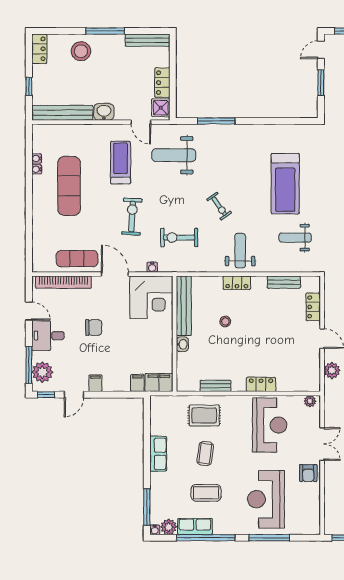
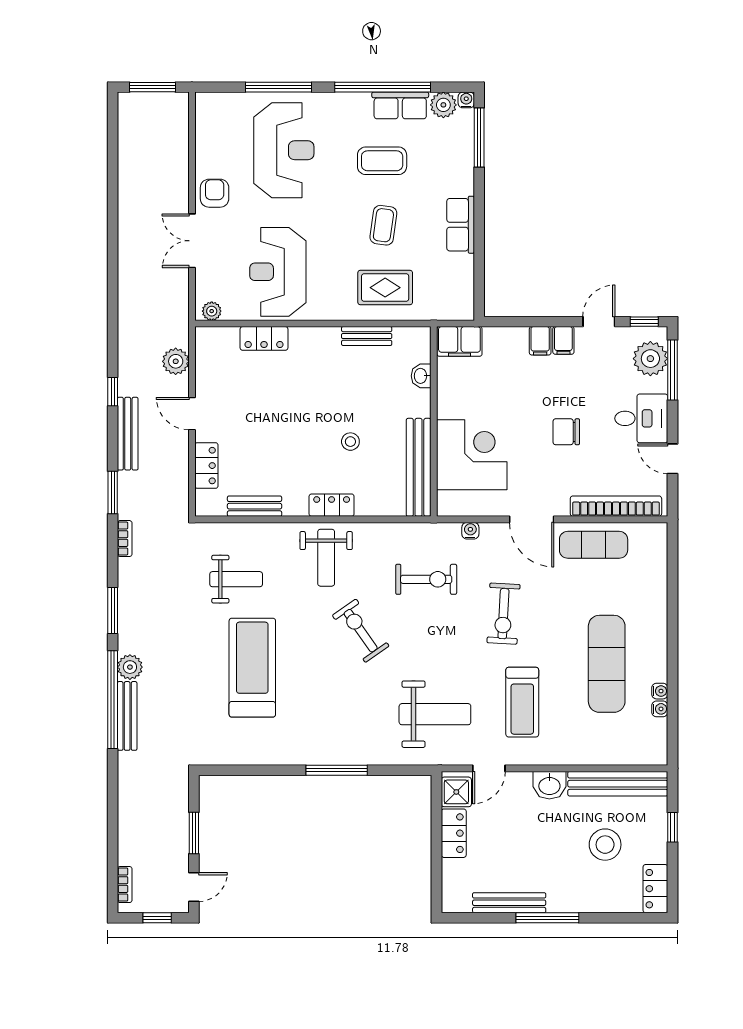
bench: (148, 40) -> (509, 903), moved
stool: (81, 51) -> (605, 845), moved
window: (216, 121) -> (337, 770), moved
door: (141, 122) -> (489, 768), swing flipped
exercise bike: (219, 206) -> (361, 631), width x1.38, depth x1.39
corner desk: (151, 297) -> (472, 455), moved, turned 90
washbasin: (182, 344) -> (421, 376), moved
filing cabinet: (137, 383) -> (540, 341), moved
locker: (261, 384) -> (264, 338), moved

